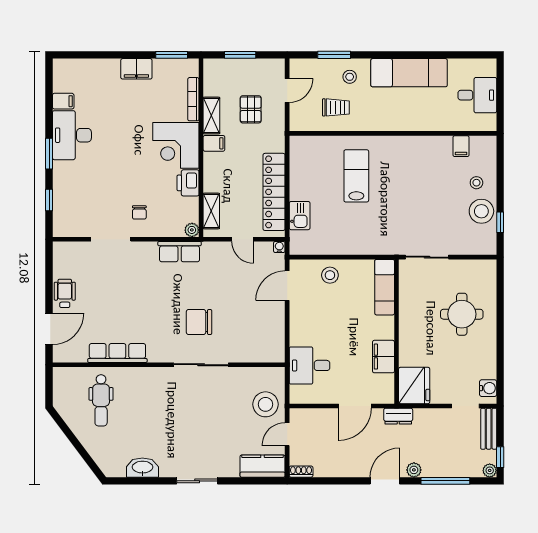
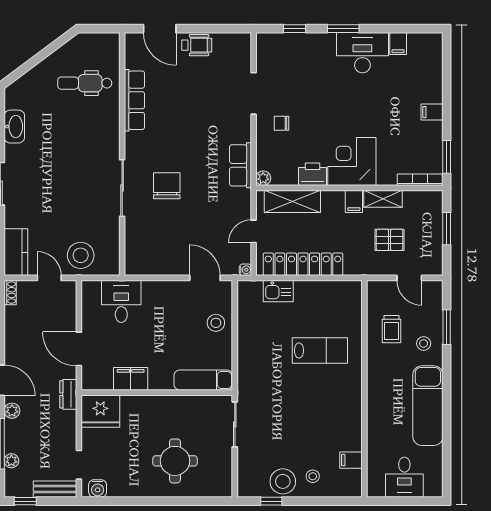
filing cabinet: (136, 69) -> (432, 112), width x0.50
bookcase: (193, 99) -> (420, 180), moved
shelving: (211, 211) -> (292, 201), width x1.50, depth x1.33
plant: (490, 470) -> (11, 461), moved

